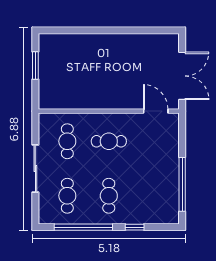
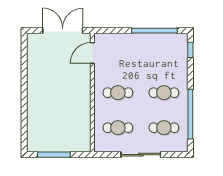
window: (35, 65) -> (54, 155), width x1.44
cafe table: (109, 141) -> (118, 93), turned 90
window: (135, 227) -> (190, 50), moved

